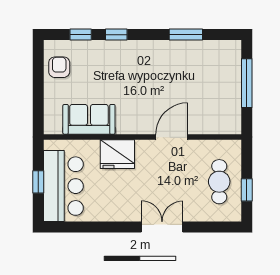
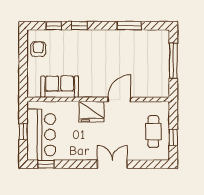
fridge: (117, 154) -> (92, 112), moved
window: (70, 227) -> (46, 164), added

